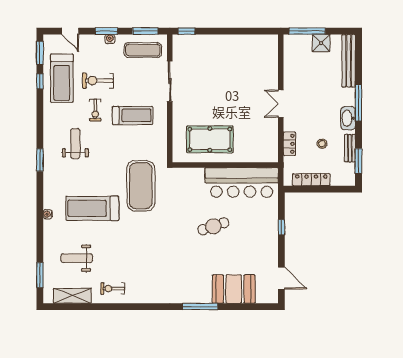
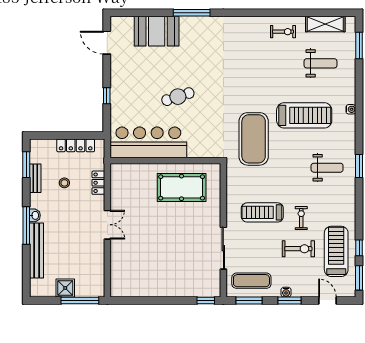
bench: (349, 61) -> (37, 251), moved
washbasin: (348, 118) -> (35, 215), width x0.52, depth x0.69
weight bench: (75, 144) -> (327, 168), moved, turned -90

